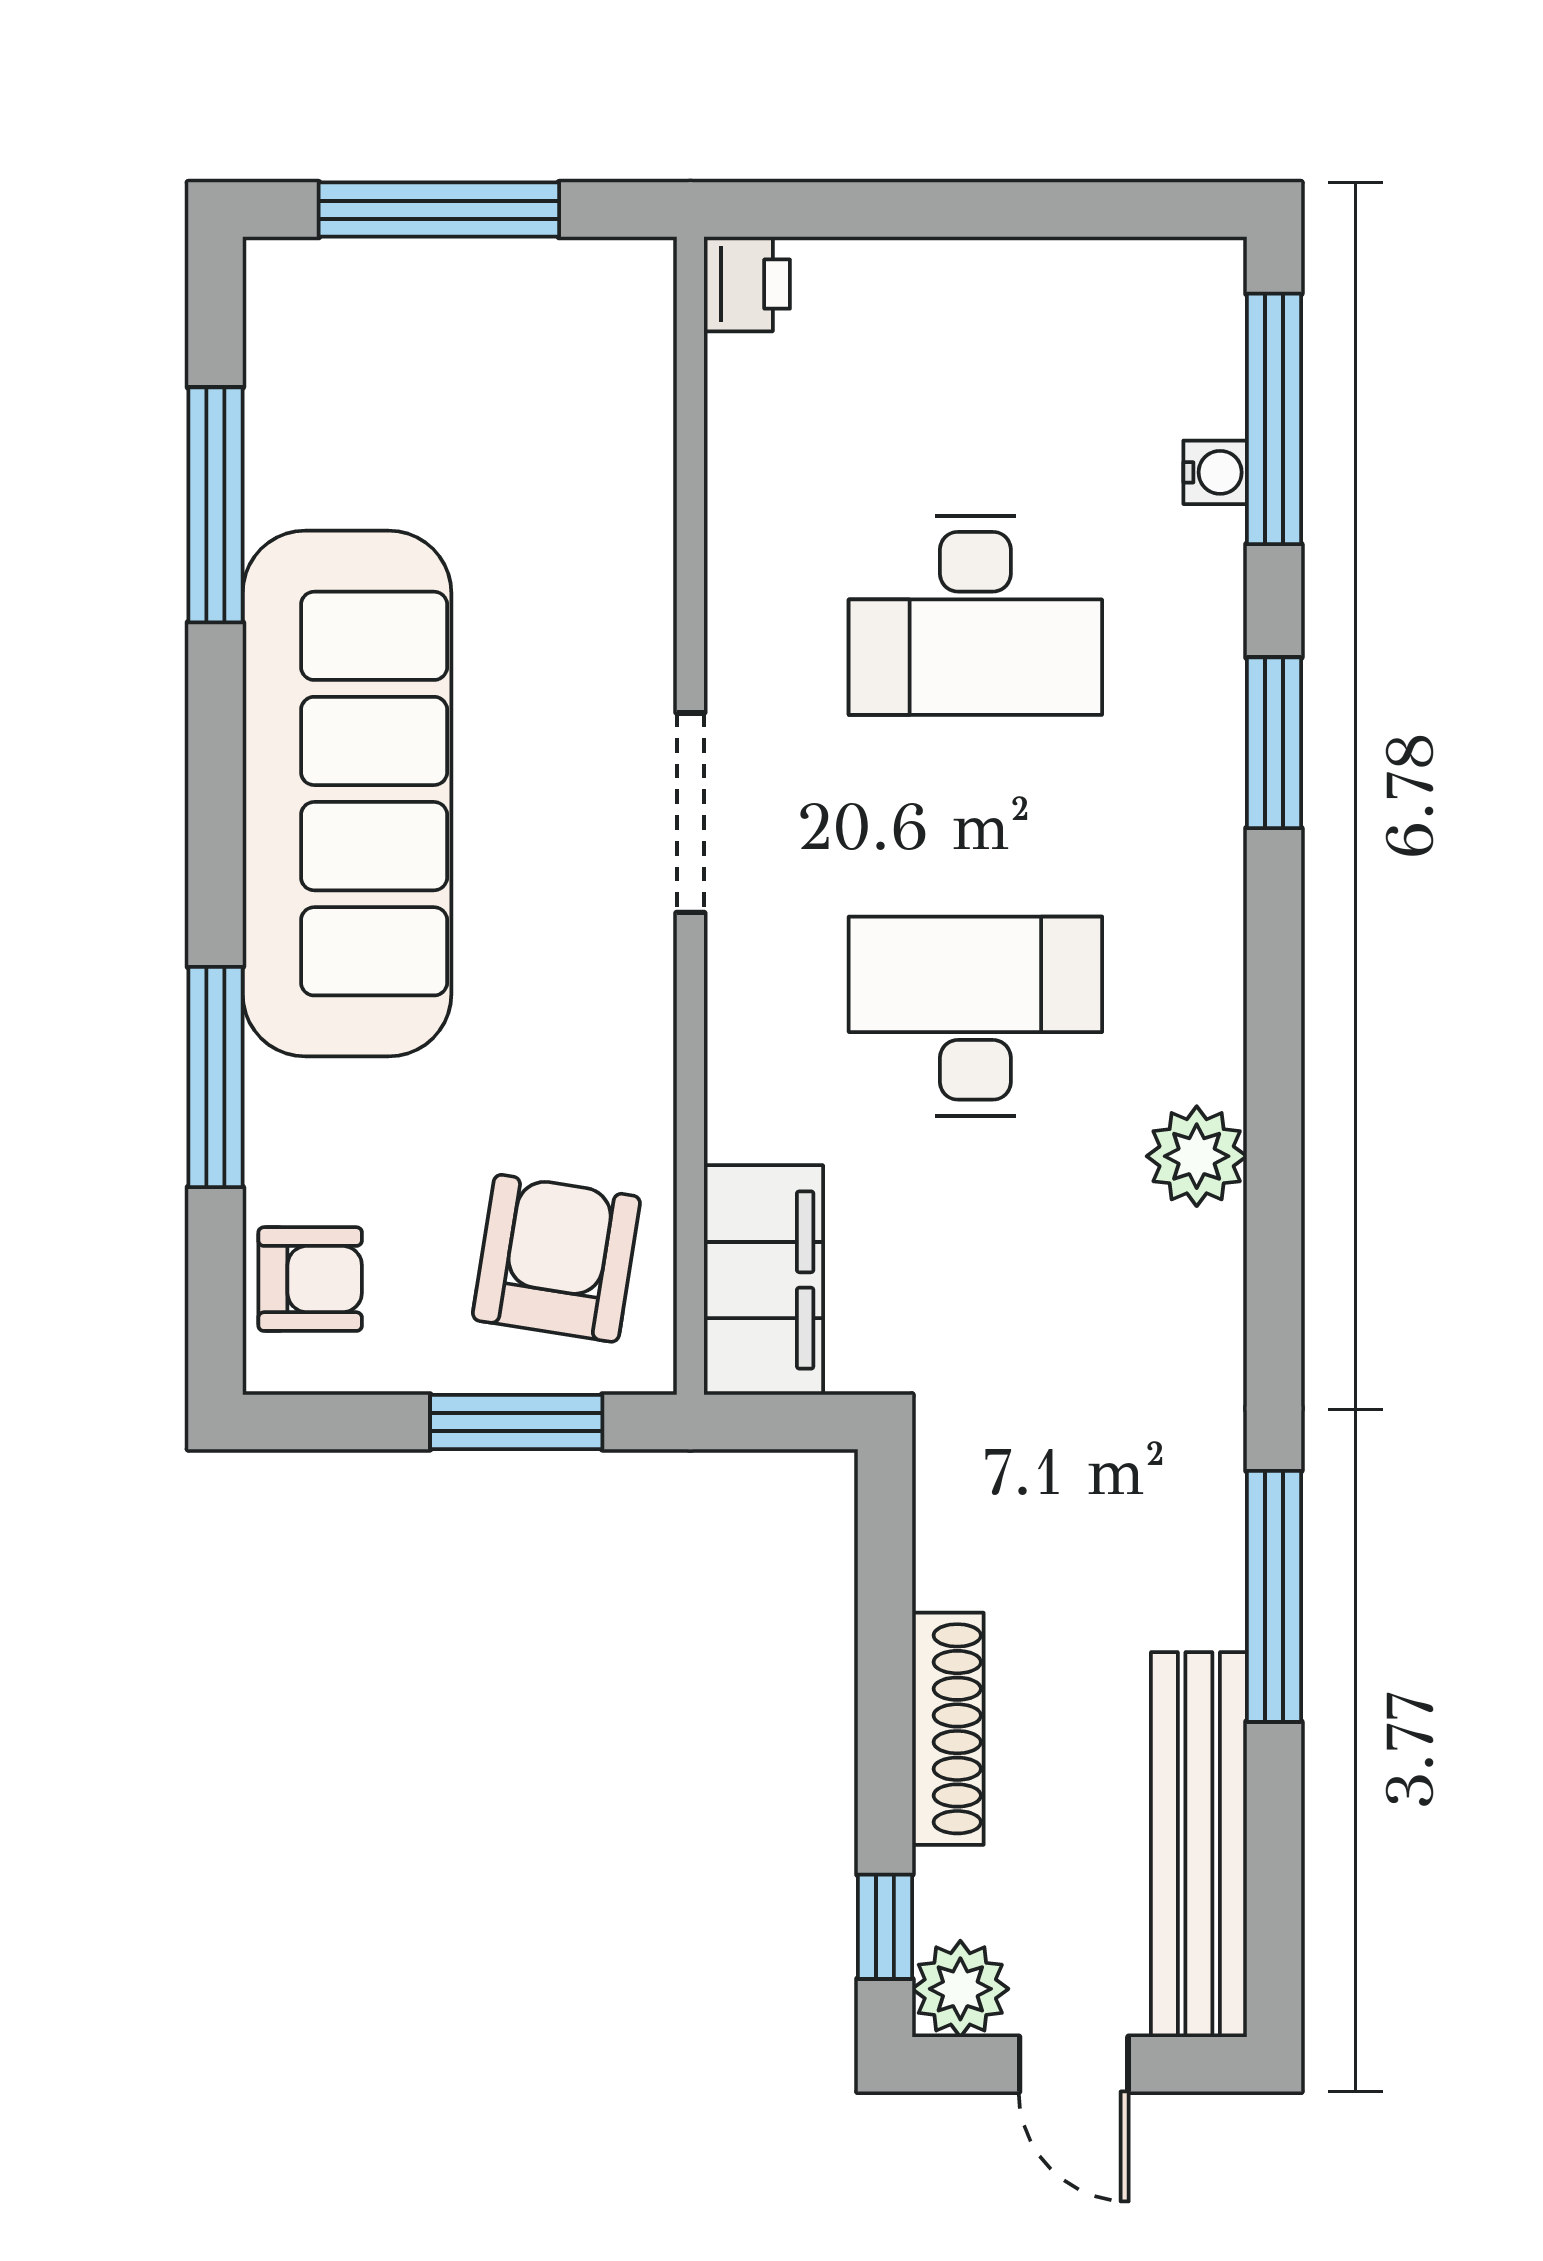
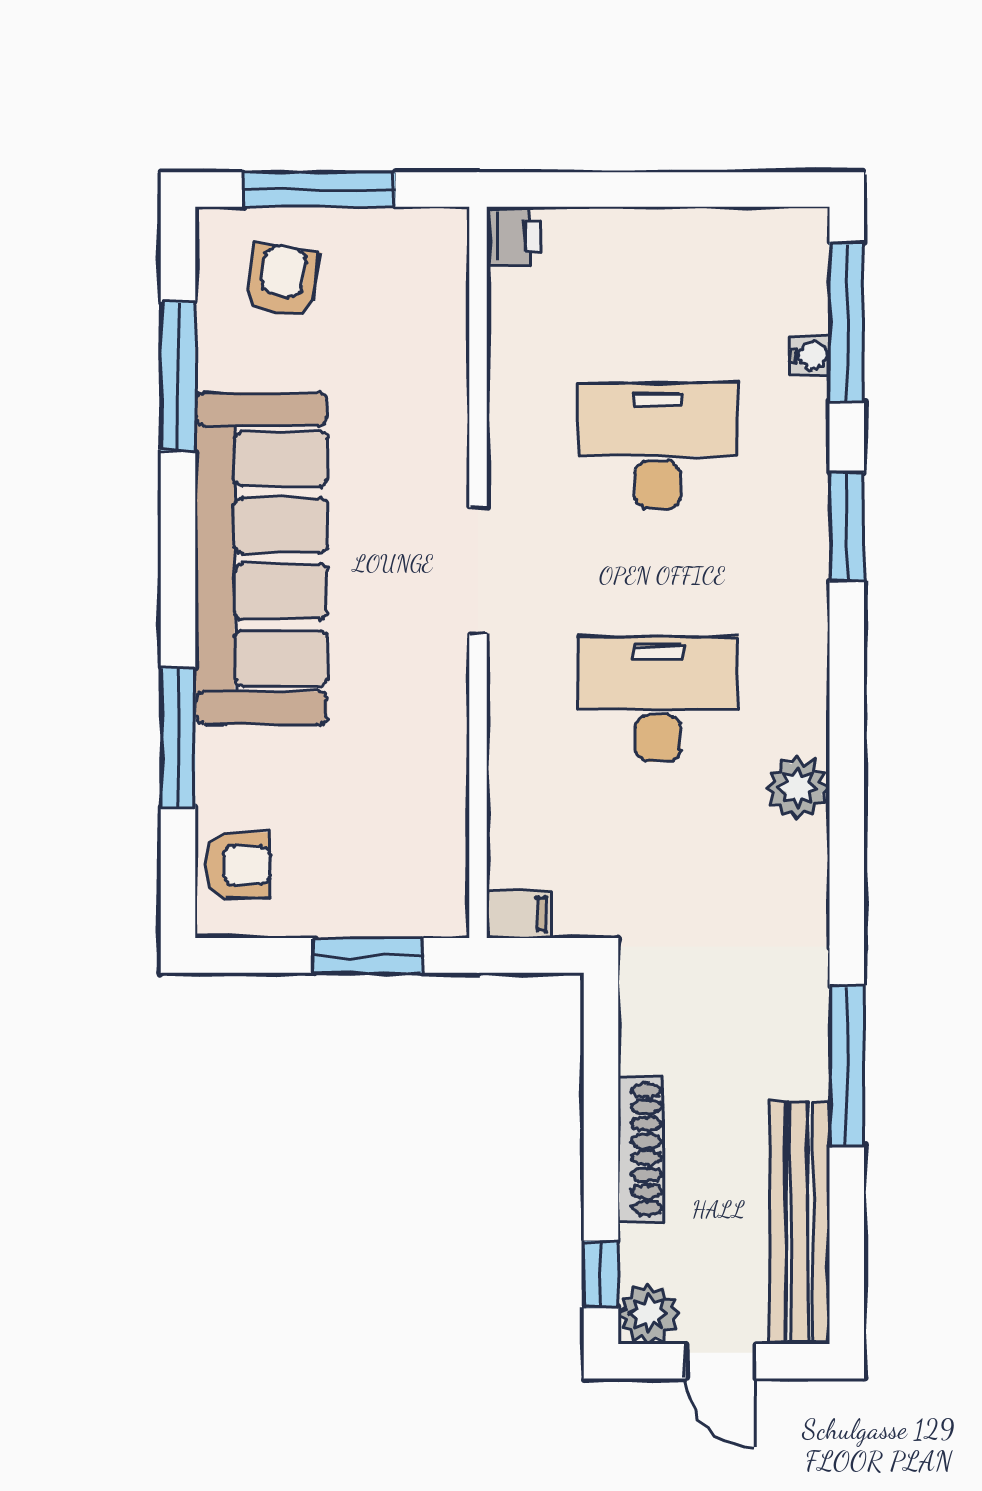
desk: (975, 615) -> (658, 446), turned 180
armchair: (556, 1258) -> (282, 281), moved, width x0.72, depth x0.72
filing cabinet: (763, 1280) -> (519, 914), width x0.33, depth x0.86

